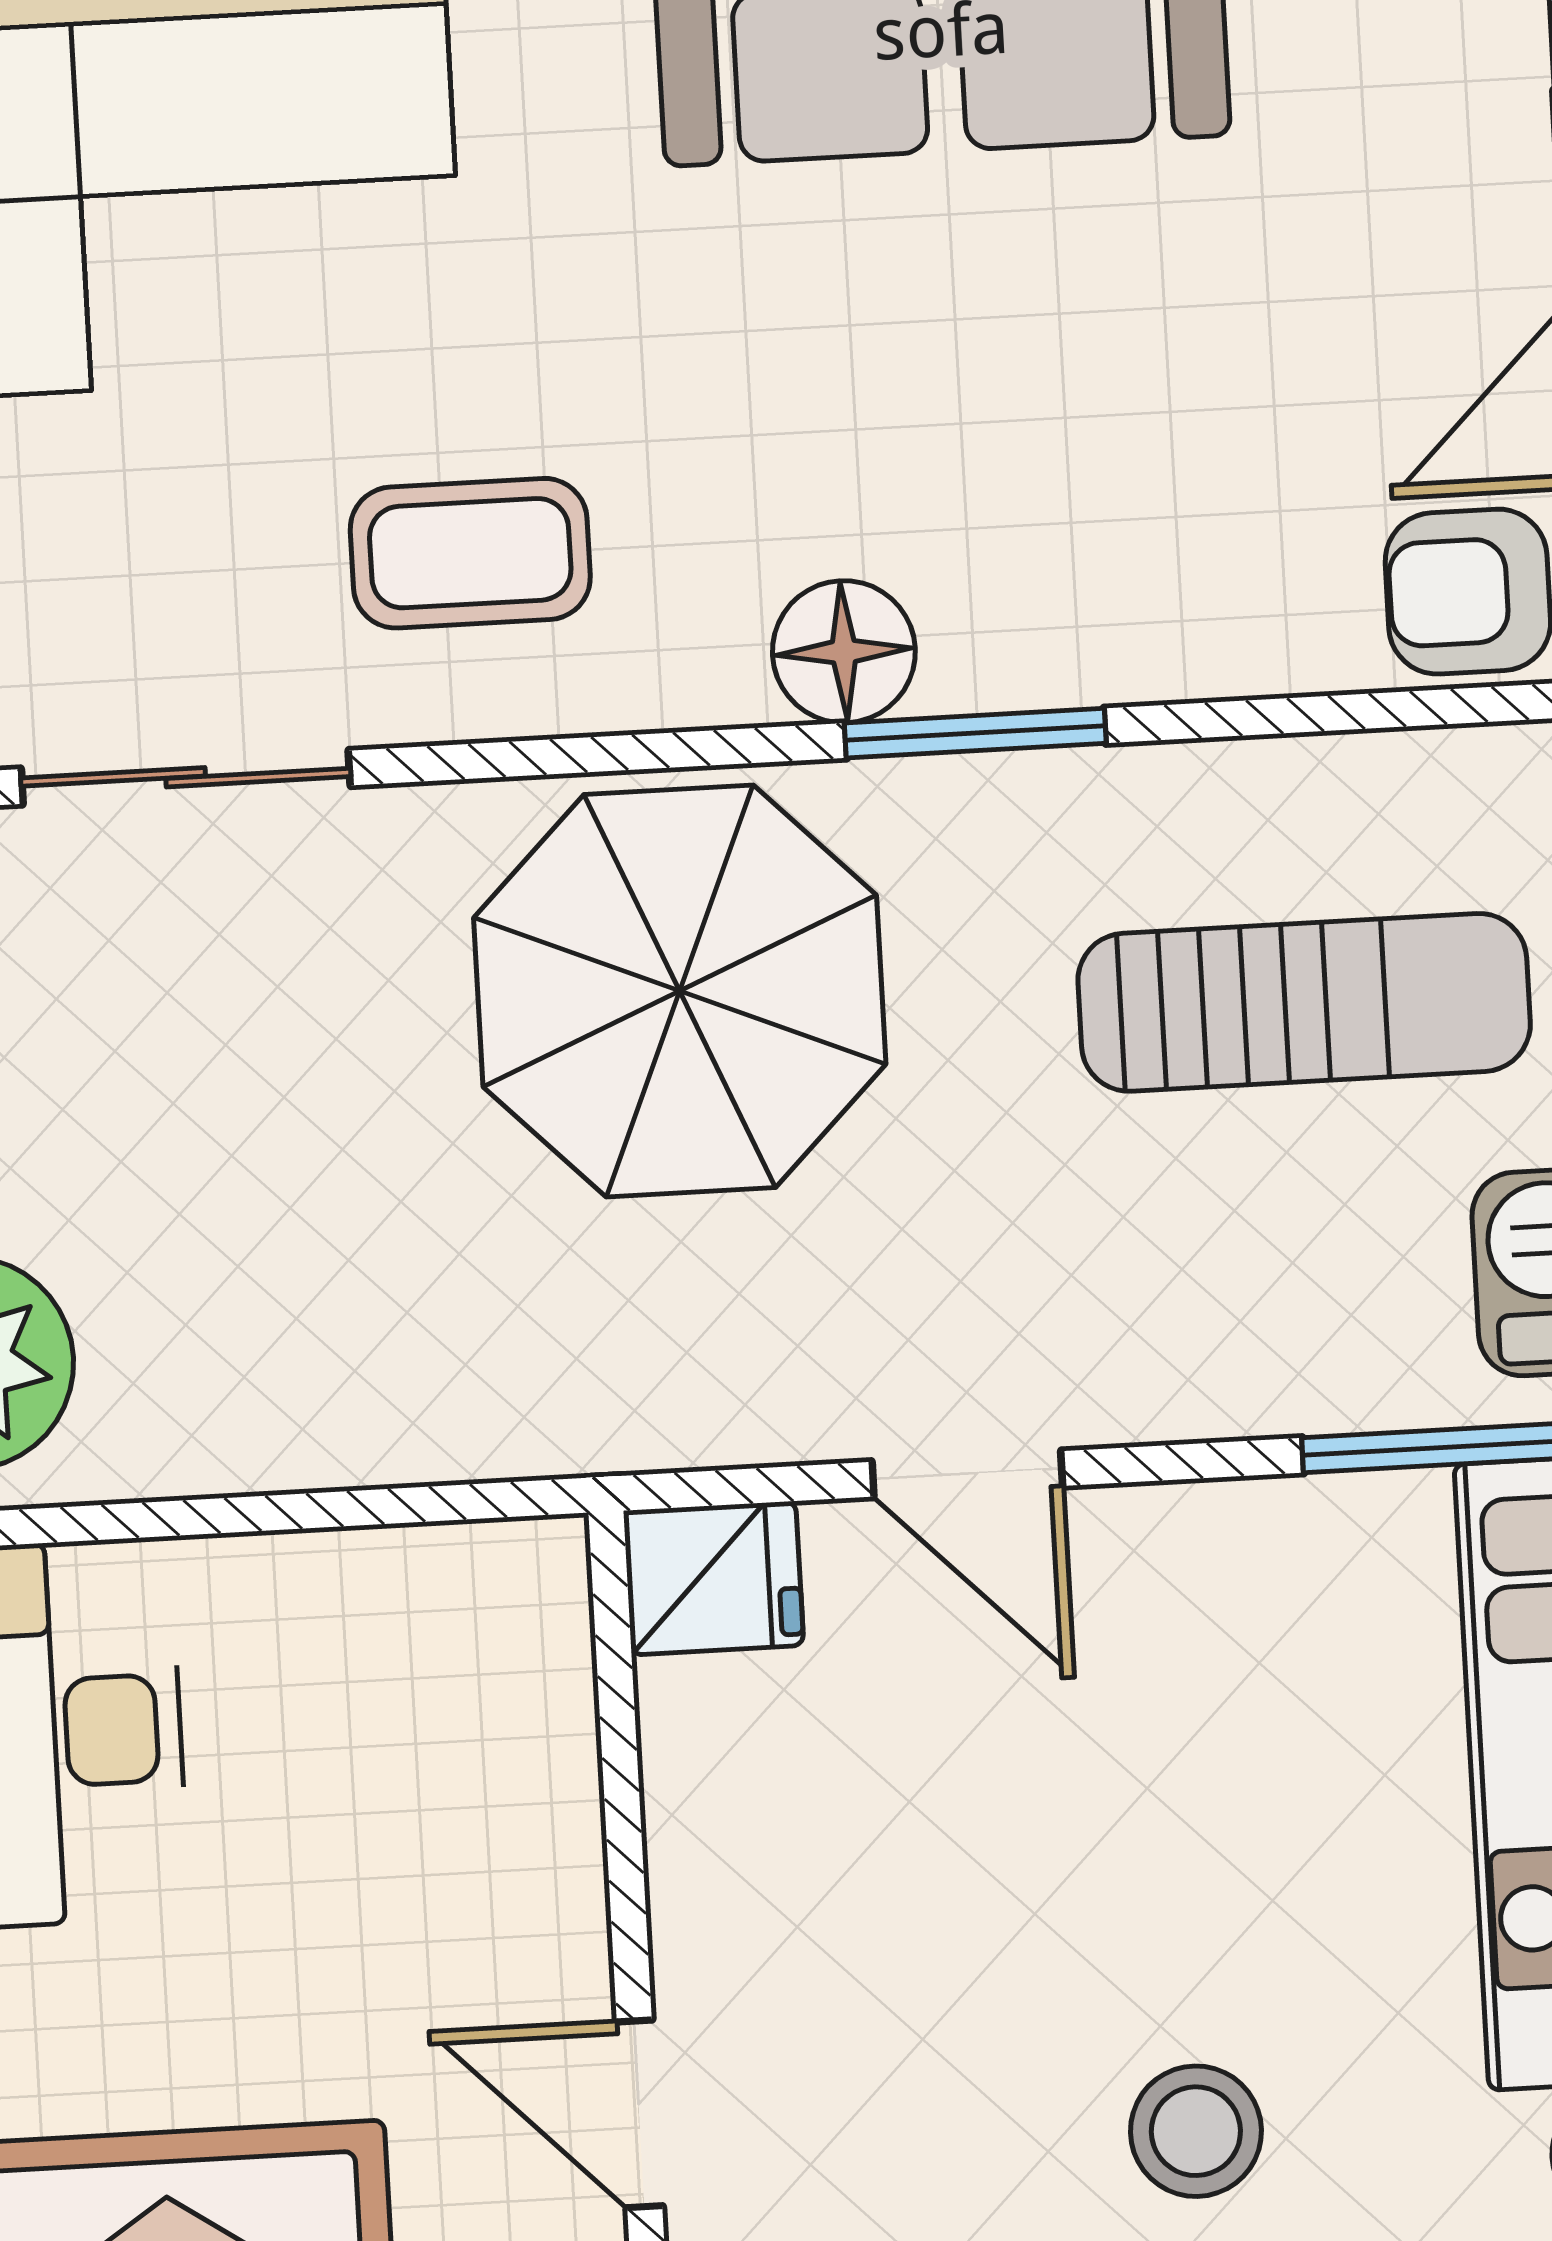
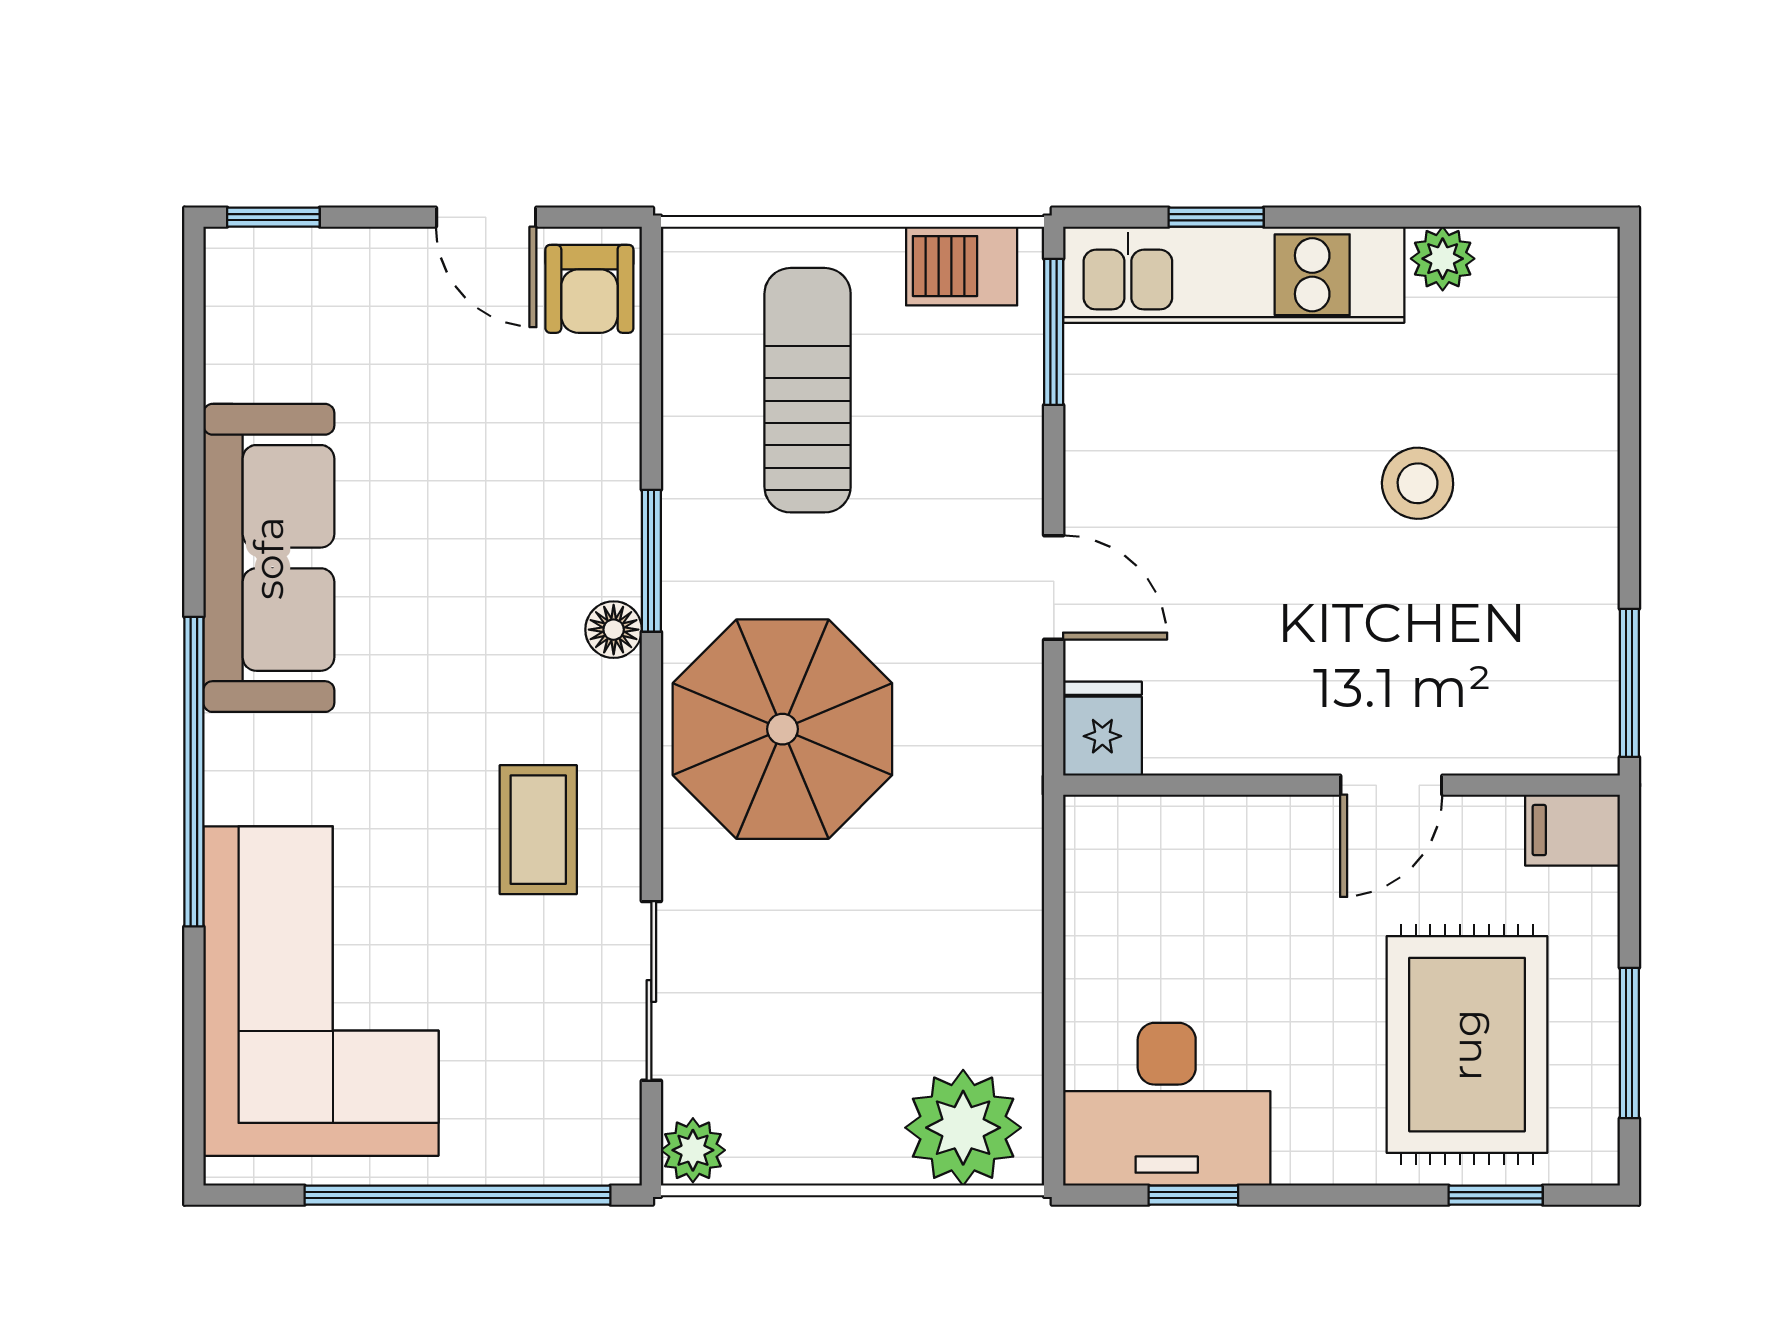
floor lamp: (844, 652) -> (614, 630), width x0.73, depth x0.73
door: (967, 1474) -> (1054, 588), hinge flipped

